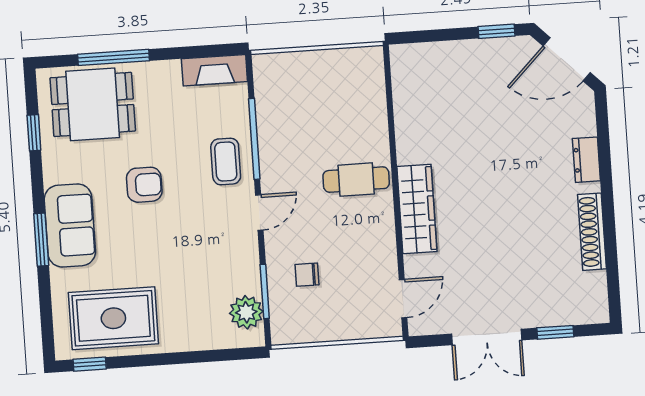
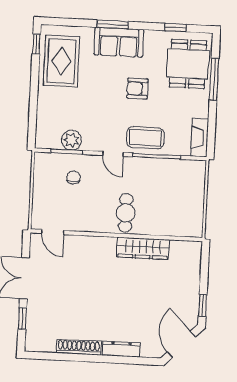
dresser: (586, 160) -> (121, 349), width x1.44
coffee table: (226, 161) -> (145, 138), width x1.36, depth x1.30
armchair: (144, 185) -> (137, 88), turned 90
wardrobe: (417, 209) -> (143, 248), moved
plant: (246, 312) -> (71, 140), moved

